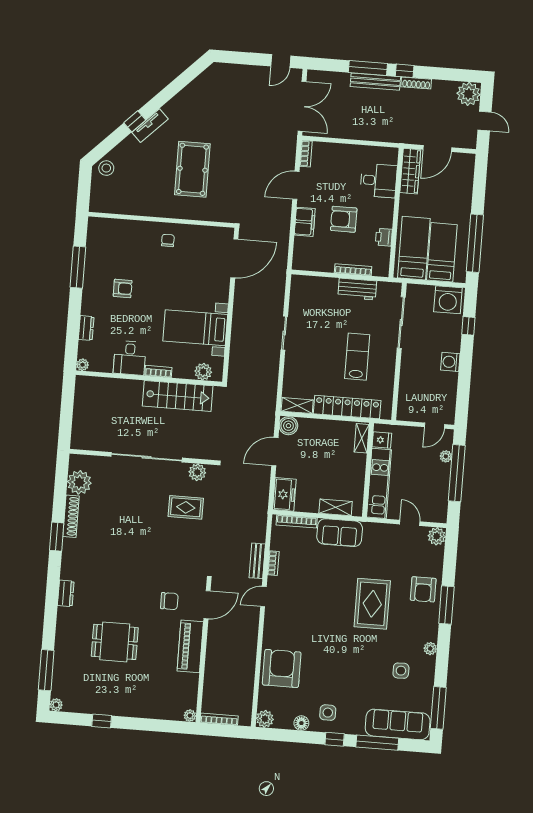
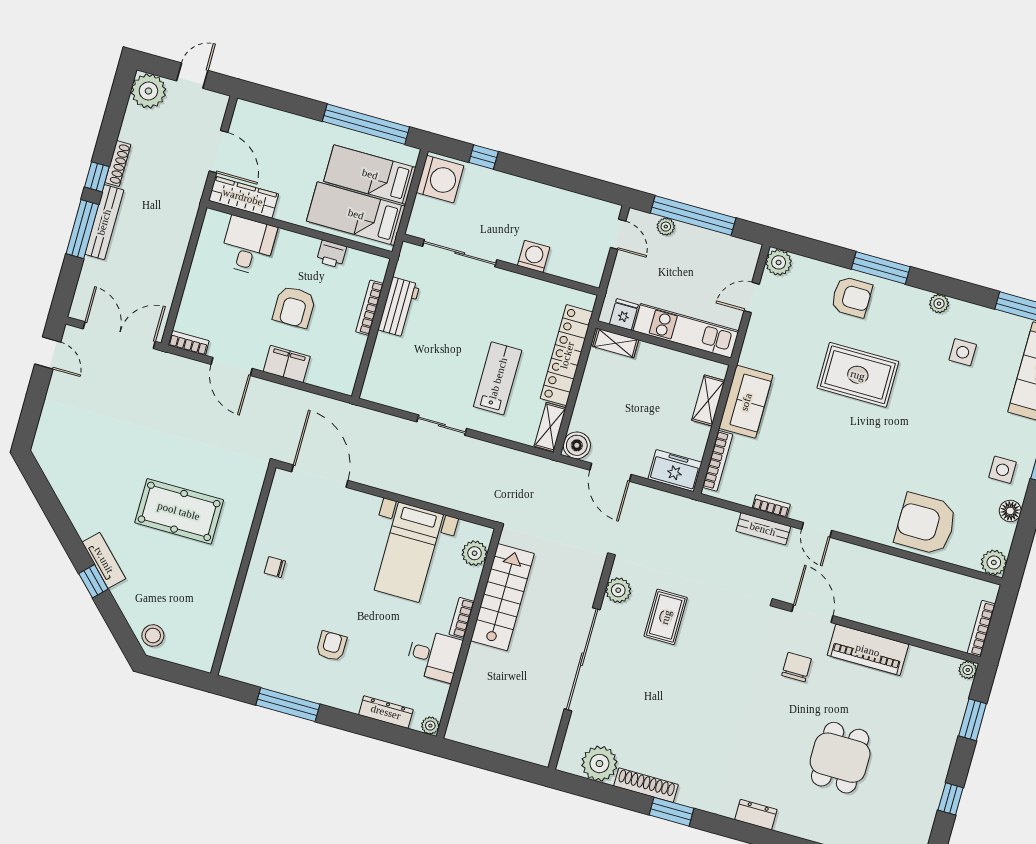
dresser: (86, 328) -> (386, 712), width x1.44
lab bench: (357, 357) -> (498, 378), moved, turned 90
washing machine: (450, 362) -> (534, 256), moved, turned 180
window: (157, 725) -> (973, 720), added

